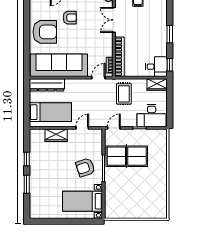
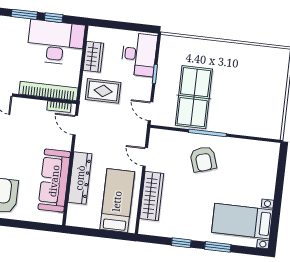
sofa: (59, 65) -> (54, 181), width x0.74, depth x0.79
window: (170, 65) -> (54, 18), moved
desk: (156, 67) -> (56, 42), width x1.87, depth x1.30
dresser: (47, 85) -> (80, 178), moved
wardrobe: (157, 85) -> (93, 57), moved
wardrobe: (56, 135) -> (152, 196), width x1.50
bed with nightstands: (83, 201) -> (242, 221), moved, turned 90

